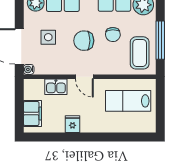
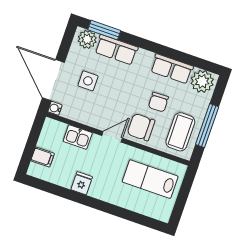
chair: (84, 41) -> (141, 127), moved
door: (84, 77) -> (112, 137), swing flipped
filing cabinet: (32, 113) -> (43, 157), width x0.50

